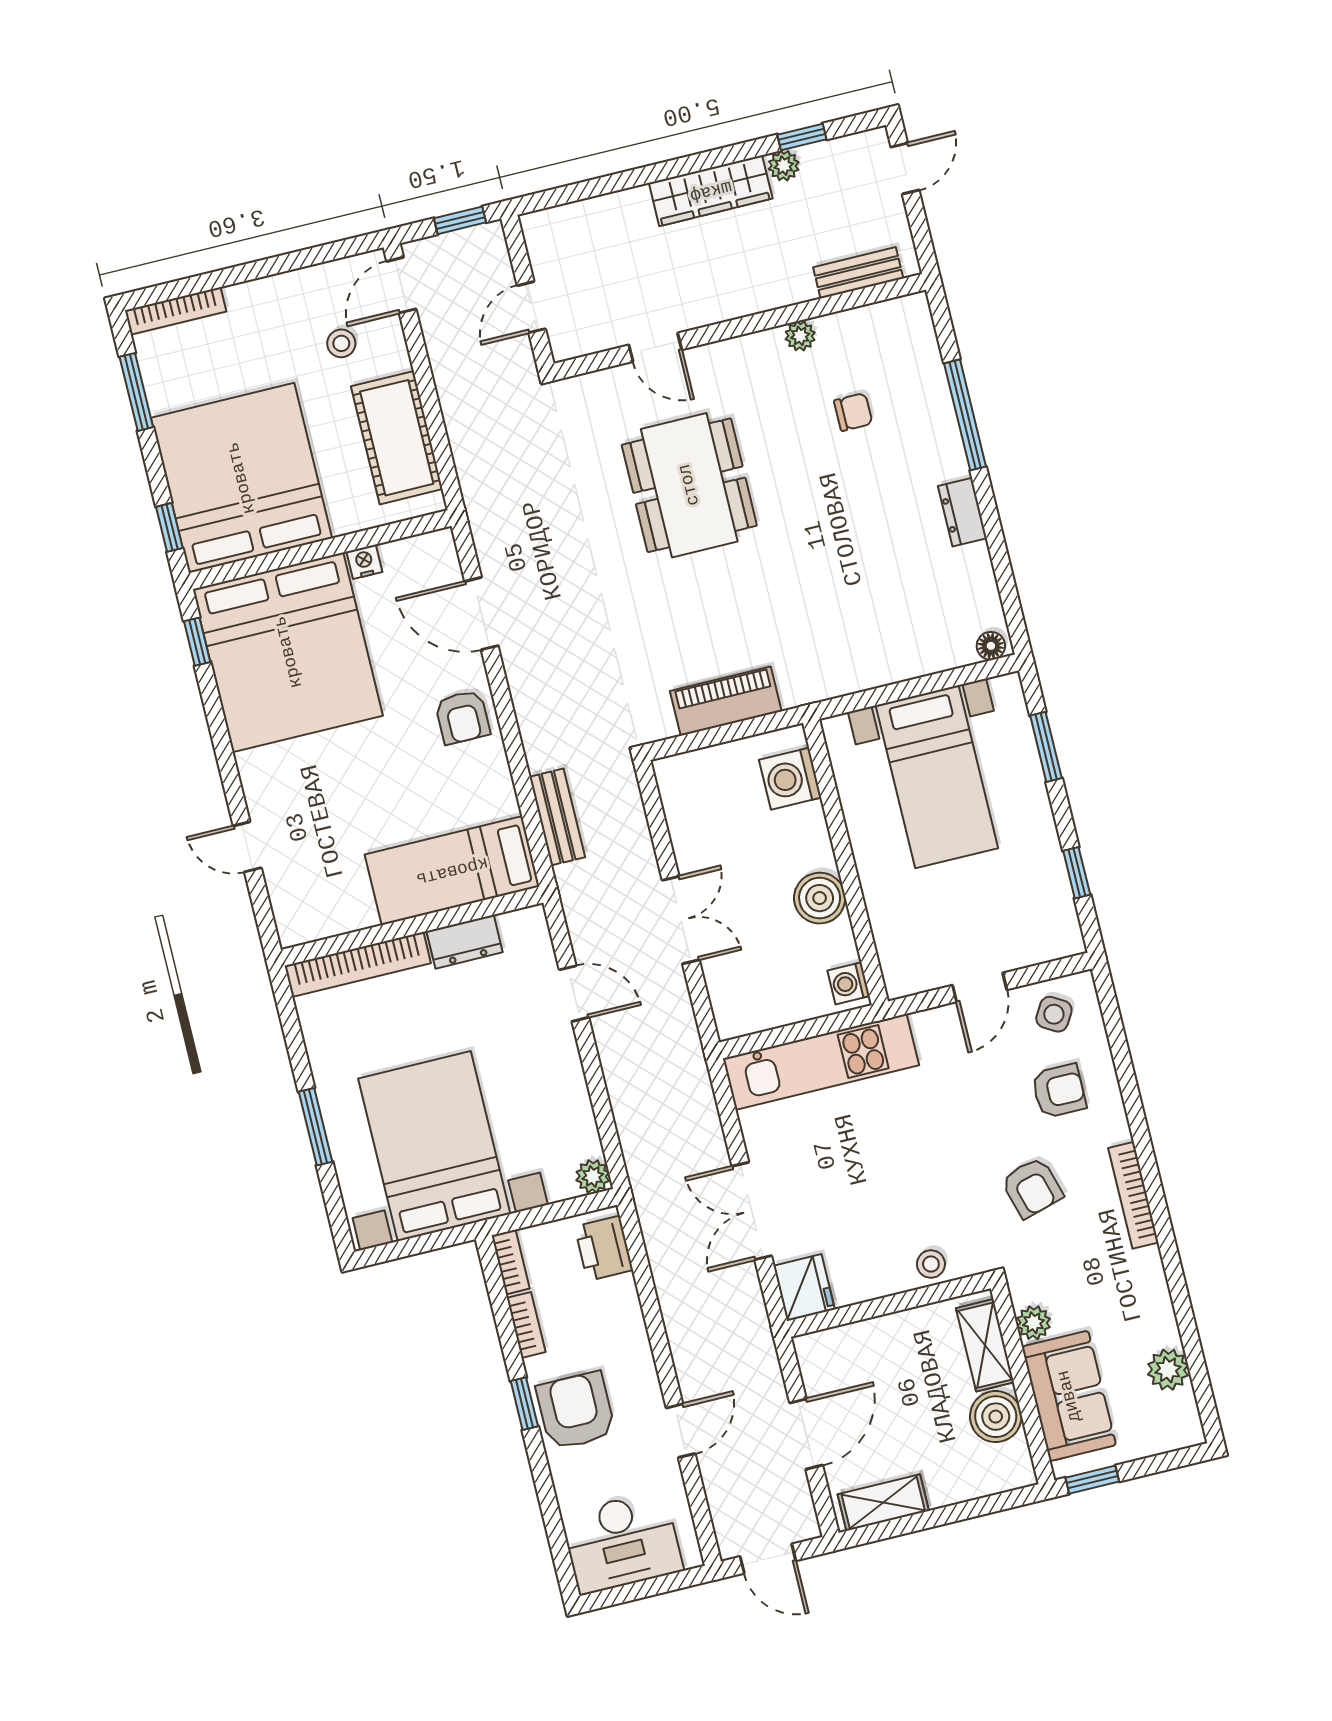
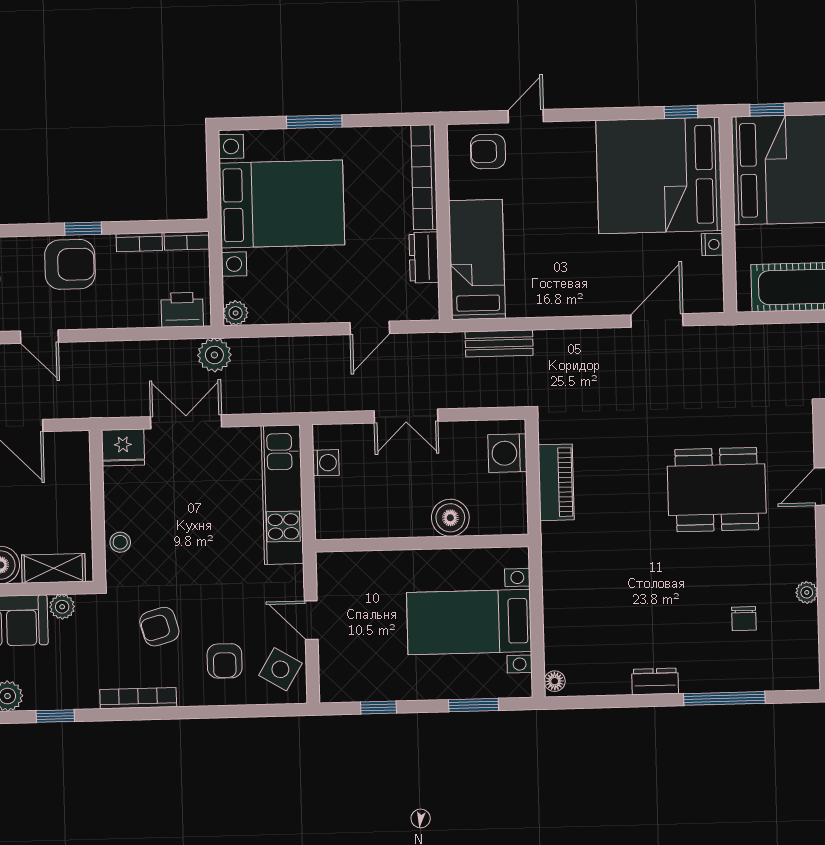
armchair: (463, 717) -> (488, 152), moved
washing machine: (790, 779) -> (507, 453), moved, turned -90
boiler: (820, 898) -> (450, 518), moved
washing machine: (849, 983) -> (326, 463), moved, turned 90
side table: (1054, 1014) -> (280, 669), width x1.37, depth x1.37
plant: (655, 1192) -> (214, 355), added
window: (1181, 1300) -> (55, 716), added

